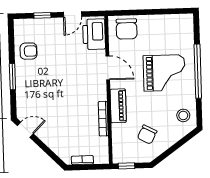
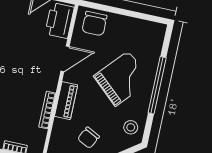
door: (108, 68) -> (65, 59), hinge flipped
grand piano: (164, 73) -> (122, 79), turned -48

